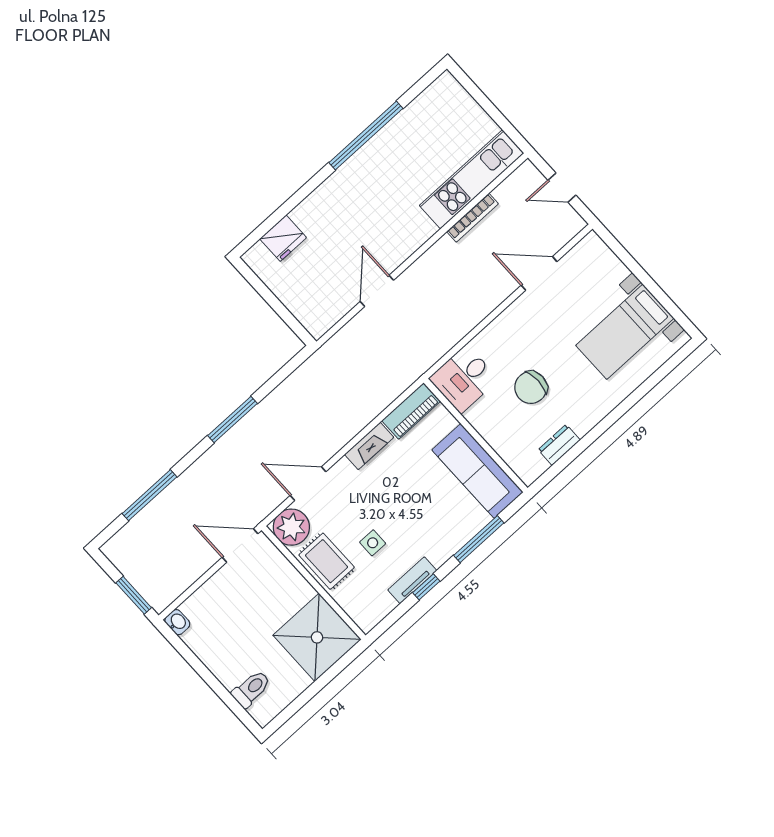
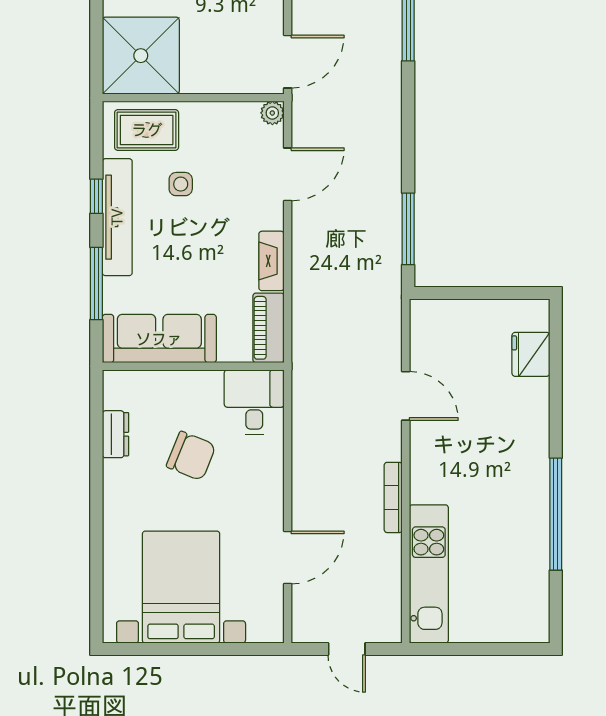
door: (562, 188) -> (347, 649), swing flipped
bookcase: (472, 218) -> (393, 497), moved
bed with nightstands: (625, 332) -> (181, 587), width x1.36
chair: (531, 387) -> (191, 456), turned 112
window: (233, 420) -> (408, 229), moved
plant: (291, 527) -> (272, 113), width x0.53, depth x0.53
rug: (327, 561) -> (147, 130), moved
tv unit: (412, 580) -> (117, 217), width x1.92, depth x1.29

